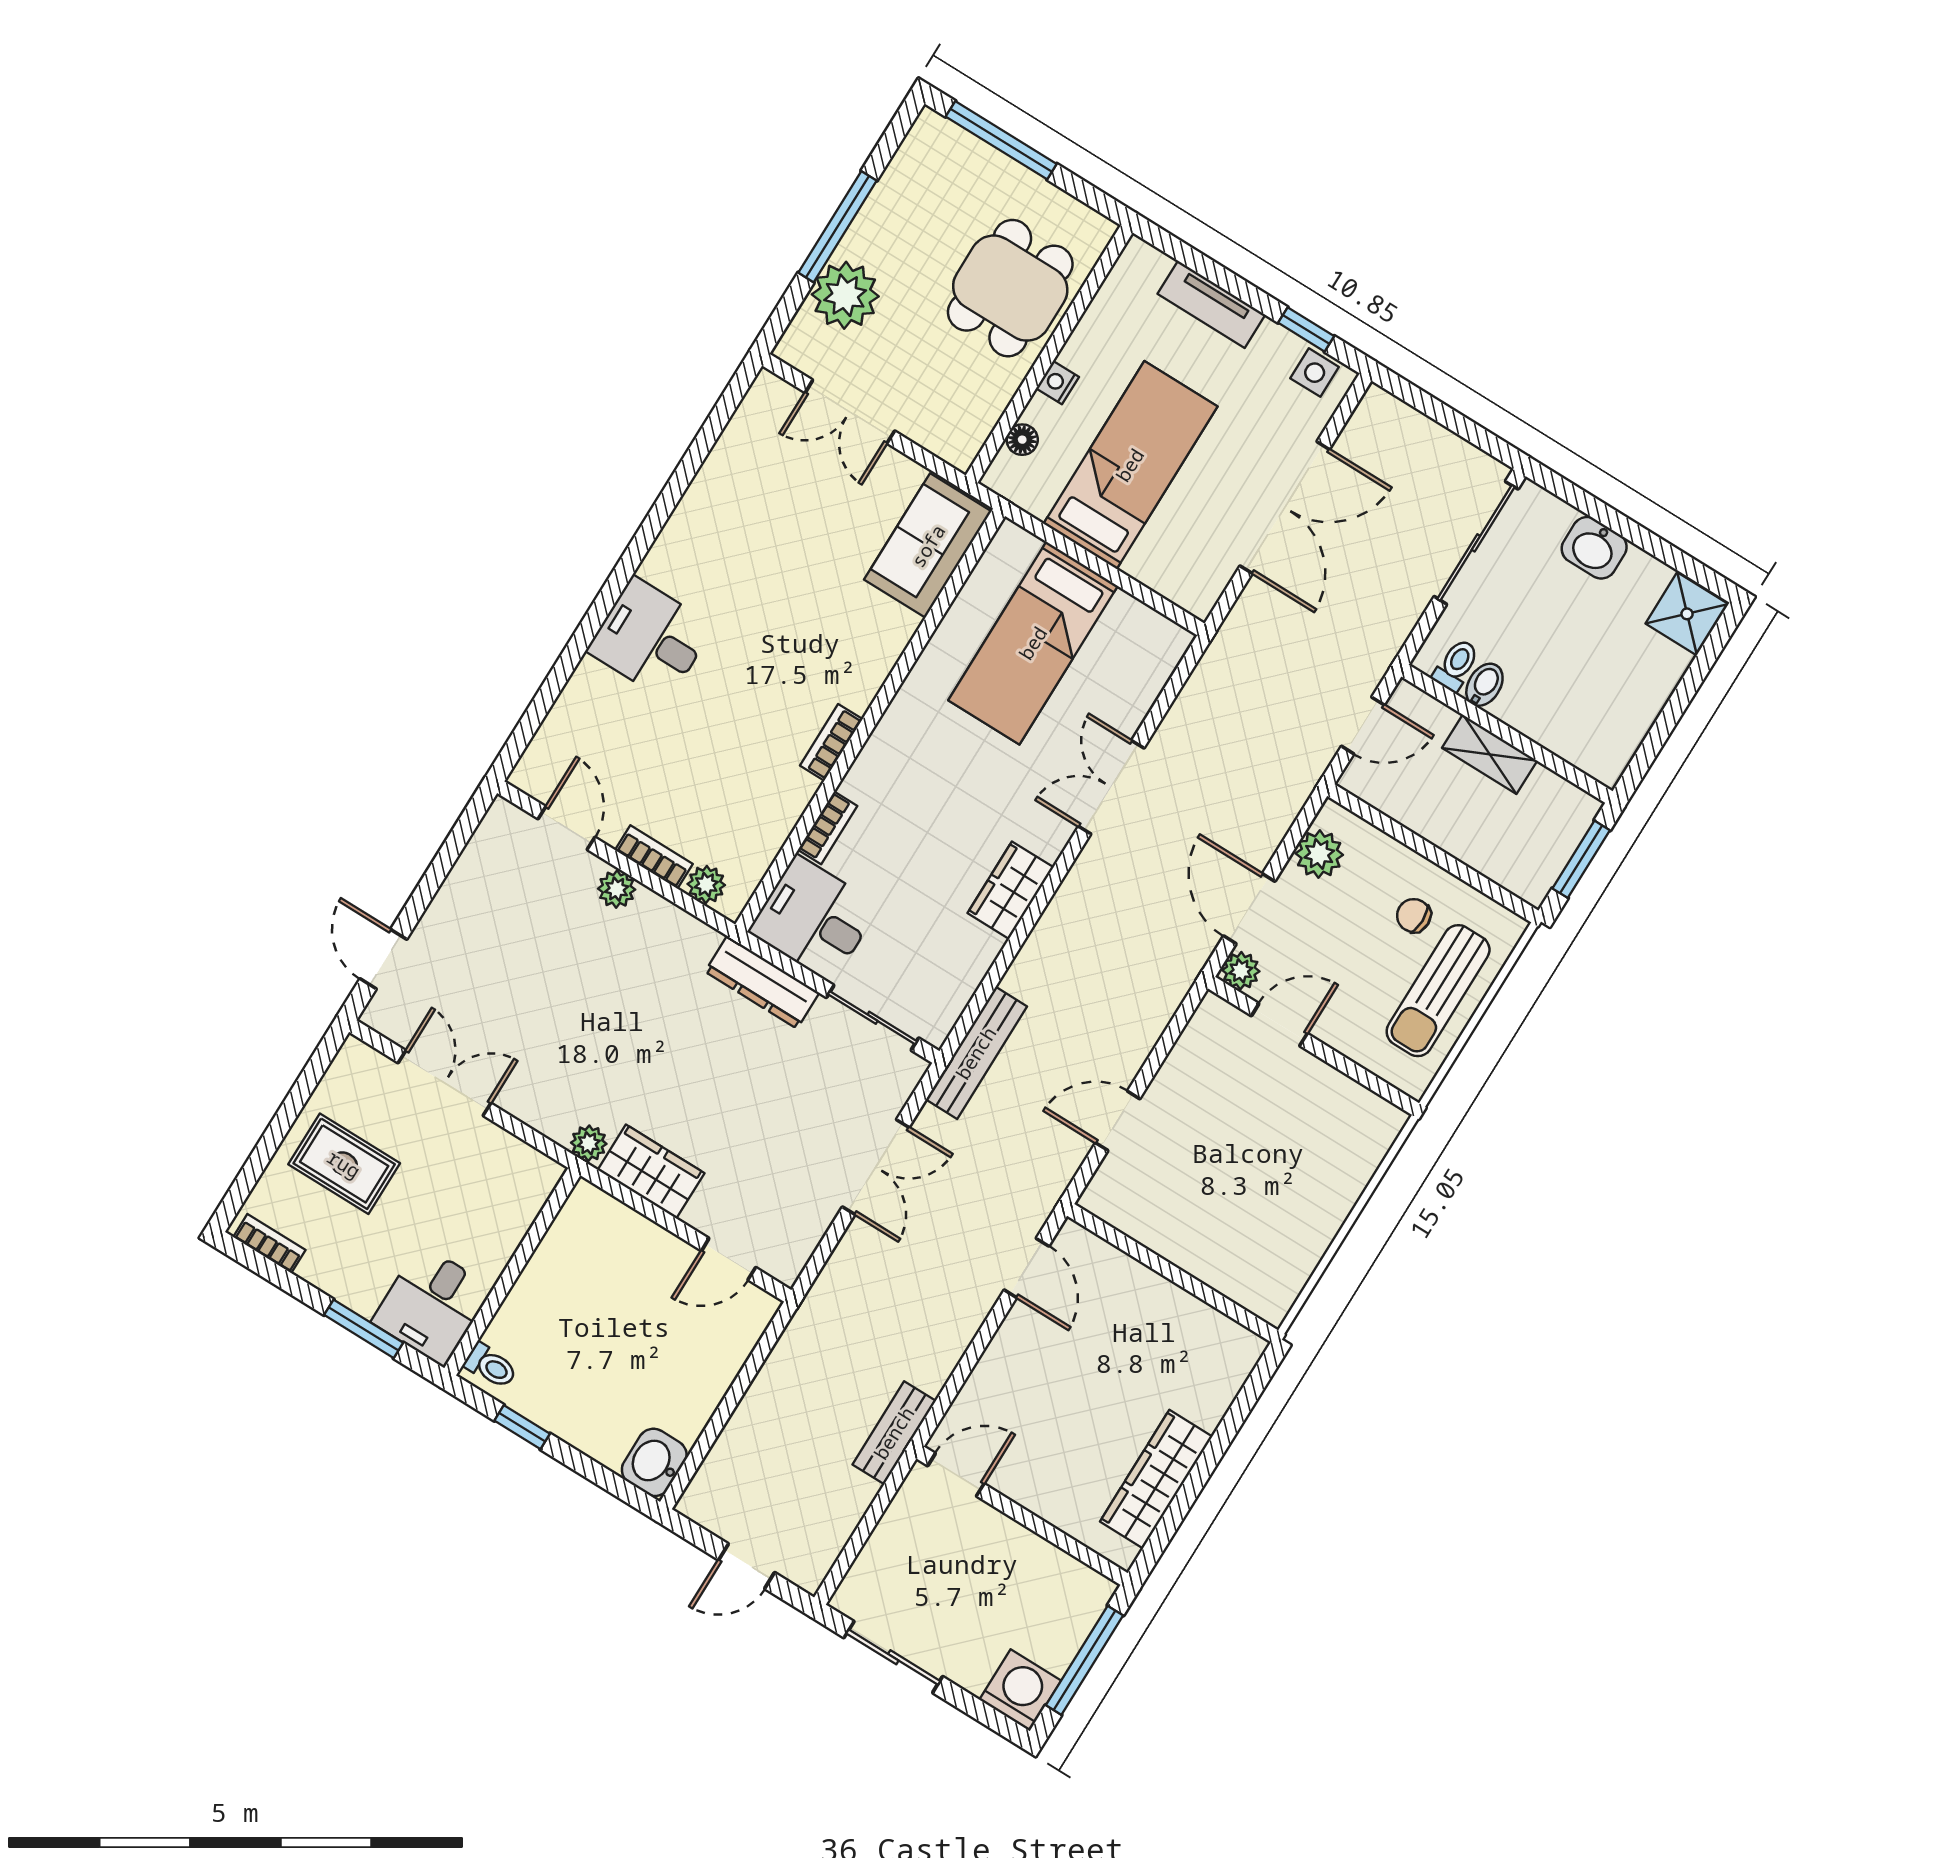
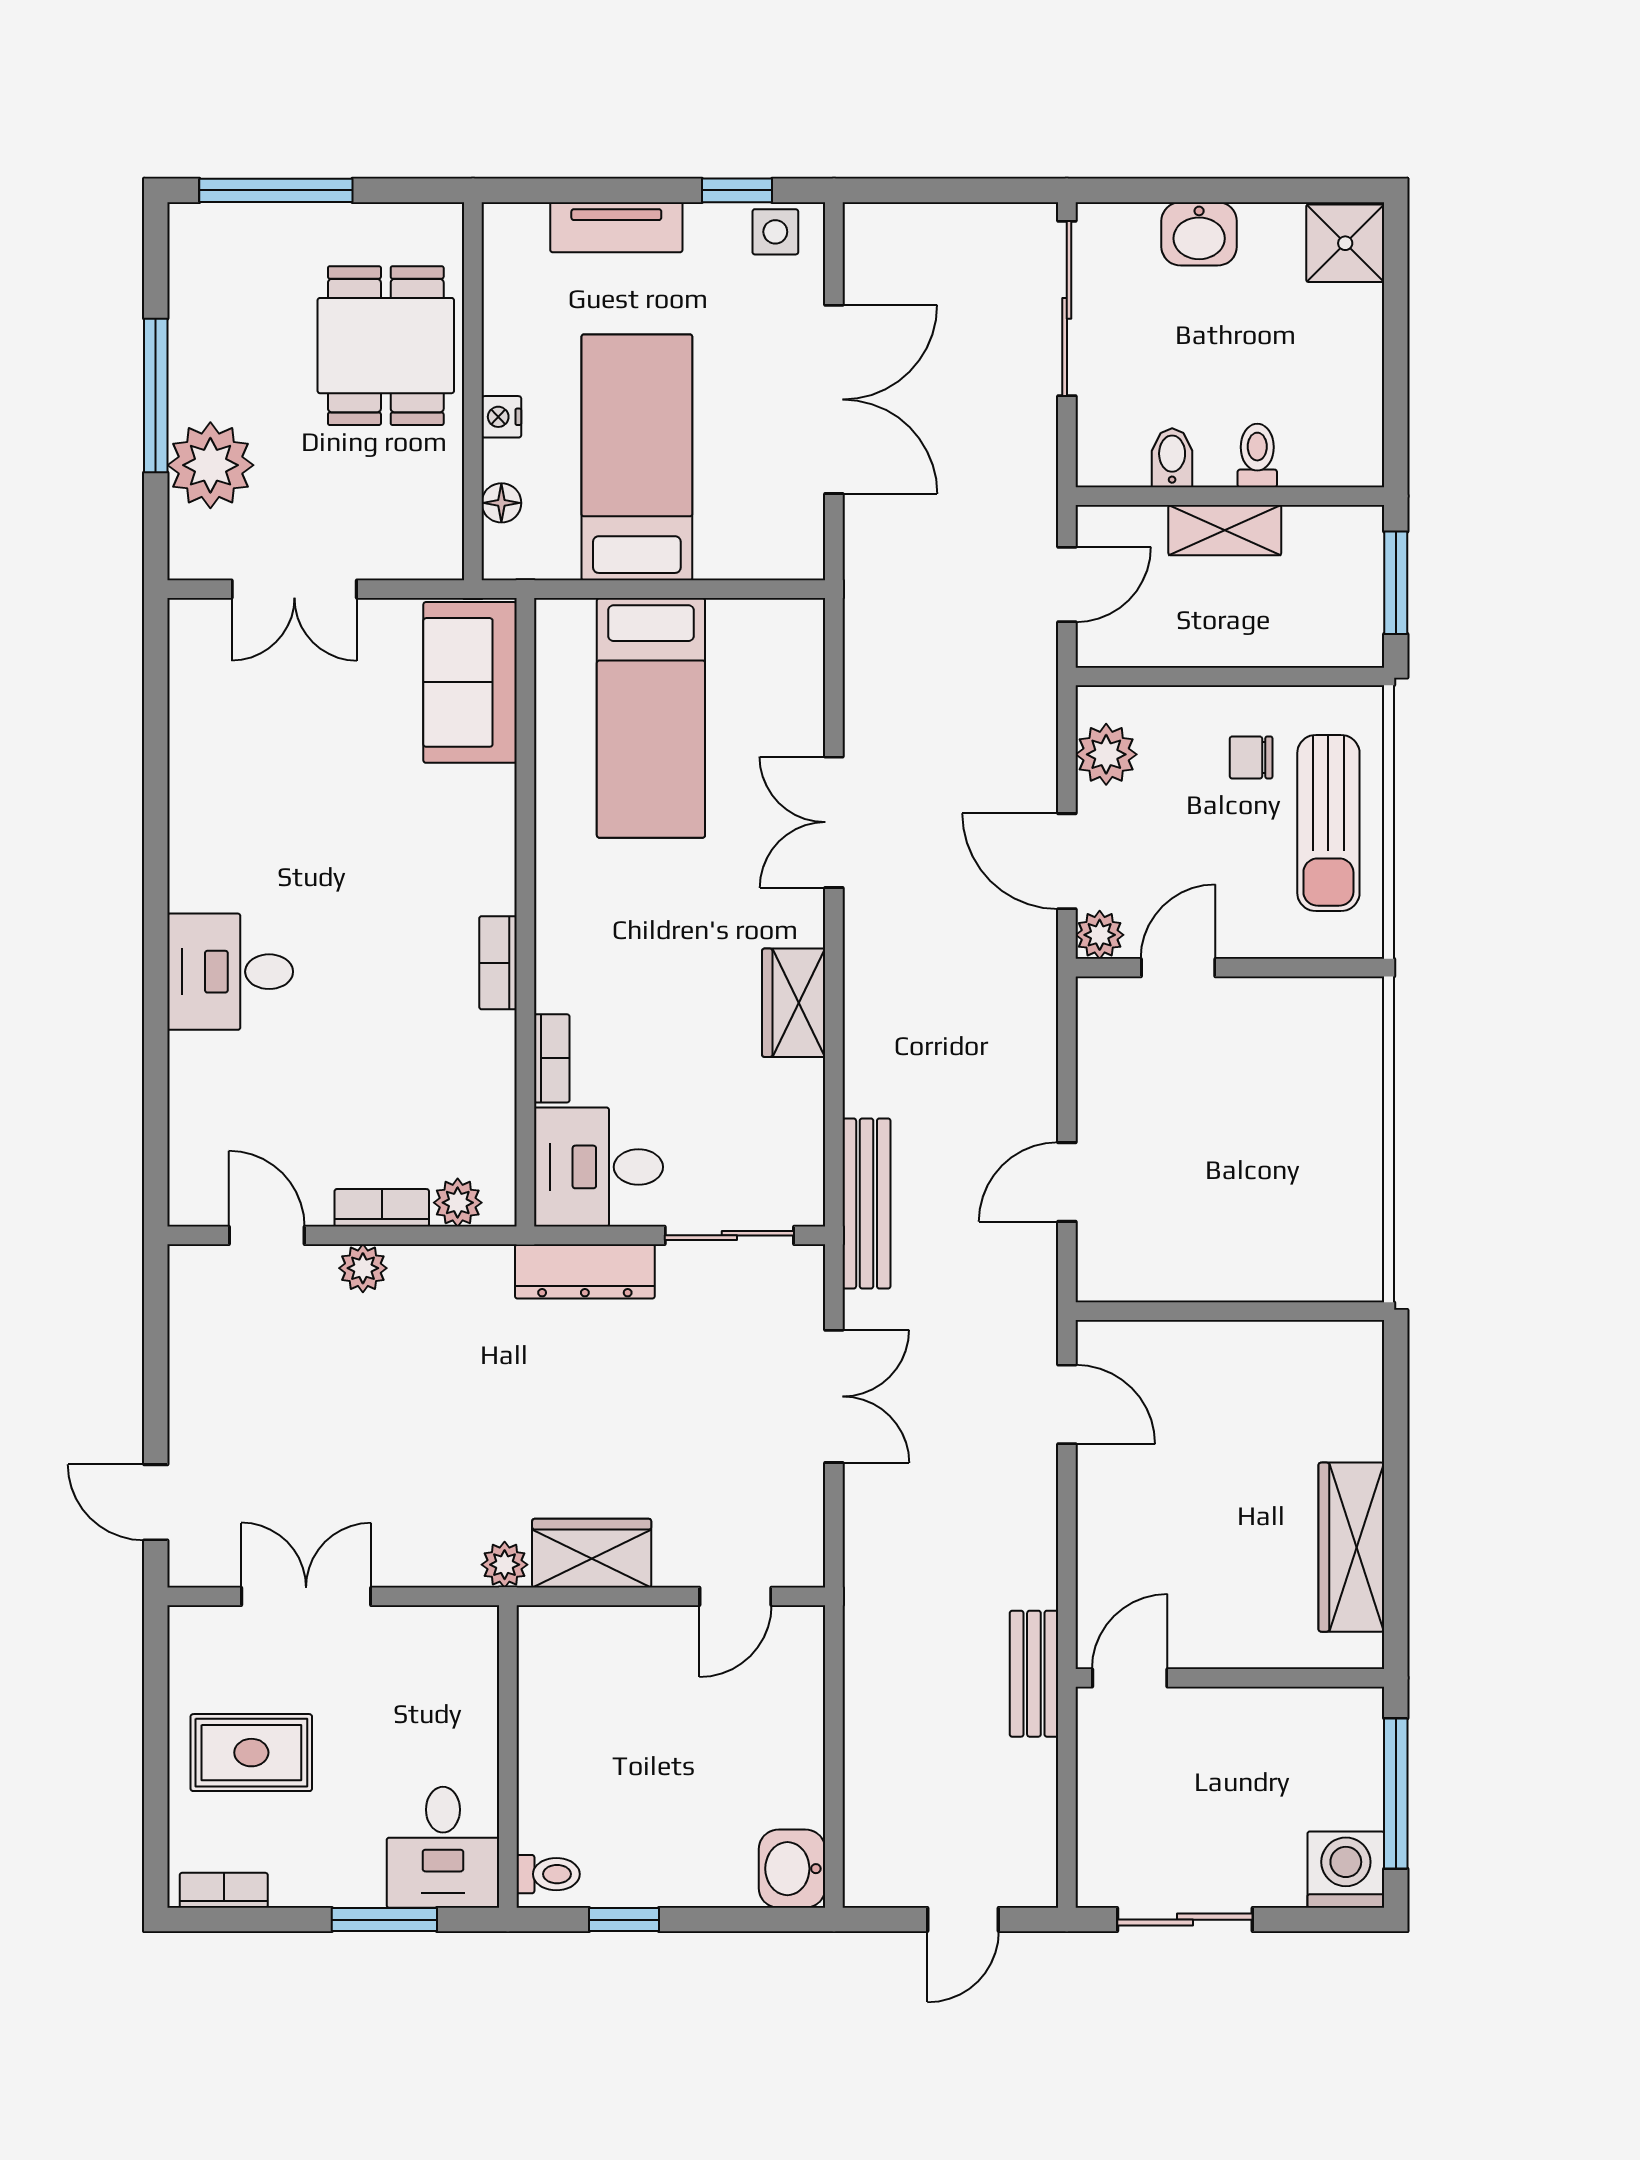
toilet: (1456, 665) -> (1257, 455), moved

